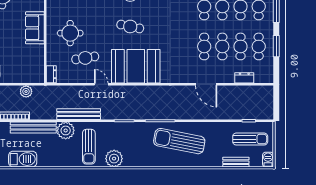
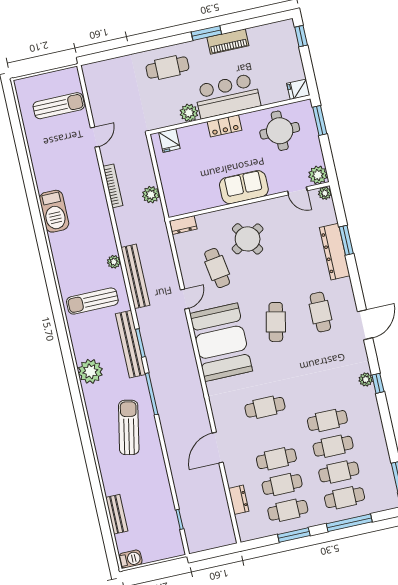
round table: (70, 33) -> (248, 239), turned -32
cafe table: (204, 46) -> (265, 407), moved
bench: (33, 127) -> (131, 344), moved
plant: (66, 130) -> (114, 262), width x0.53, depth x0.53
sun lounger: (250, 139) -> (154, 527), removed
sun lounger: (179, 141) -> (129, 427), width x0.73, depth x0.75
plant: (114, 159) -> (90, 371), moved

